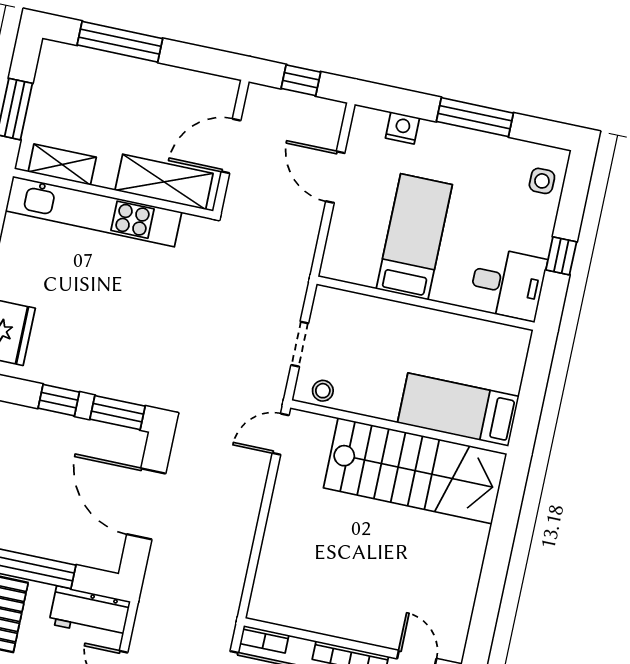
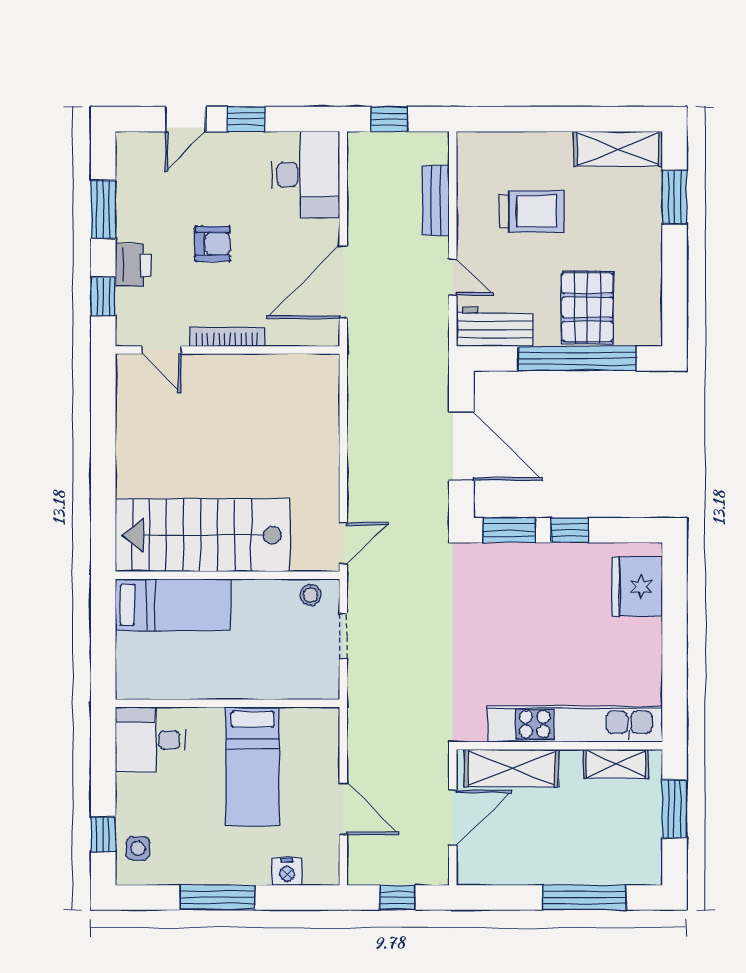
window: (561, 256) -> (103, 834), moved
bookcase: (264, 639) -> (316, 337), removed

